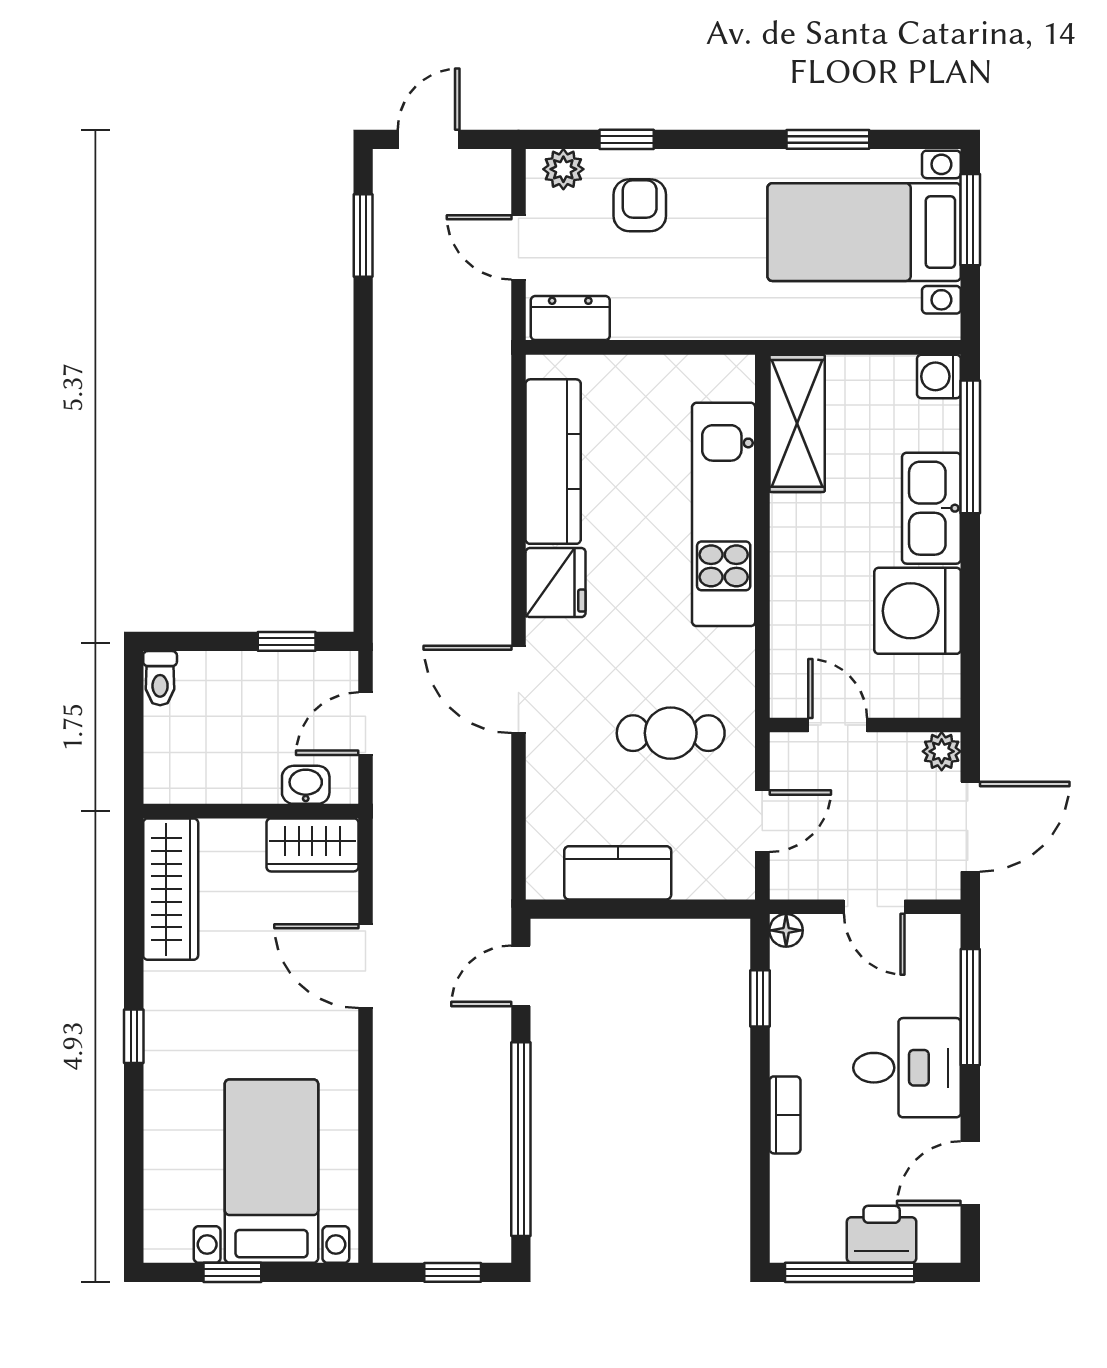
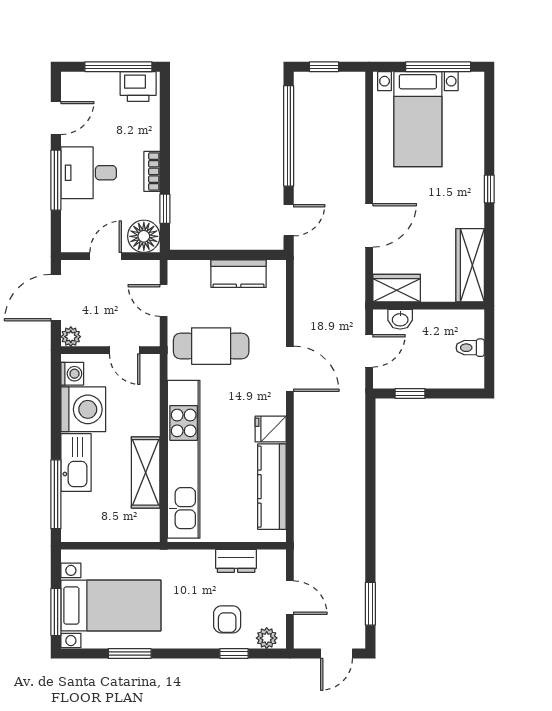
dresser: (570, 318) -> (236, 561), moved
washing machine: (939, 376) -> (72, 374), moved
shelving: (797, 423) -> (146, 472), moved
kitchen unit: (724, 514) -> (184, 459), width x1.36
fridge: (556, 583) -> (271, 429), width x0.72
toilet: (160, 678) -> (470, 348), moved, turned -90
cafe table: (671, 733) -> (211, 346), width x1.37, depth x1.35
door: (762, 821) -> (164, 300), hinge flipped
door: (874, 907) -> (106, 256), hinge flipped
floor lamp: (786, 930) -> (144, 236), width x1.89, depth x1.89
door: (366, 966) -> (369, 225), hinge flipped
window: (970, 1007) -> (56, 180), moved
bookcase: (785, 1115) -> (152, 171), moved
printer: (882, 1234) -> (138, 86), moved
window: (232, 1272) -> (438, 67), width x2.17

